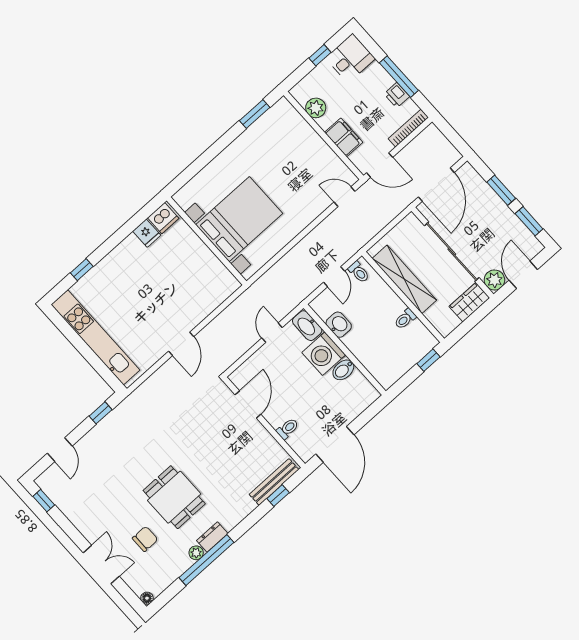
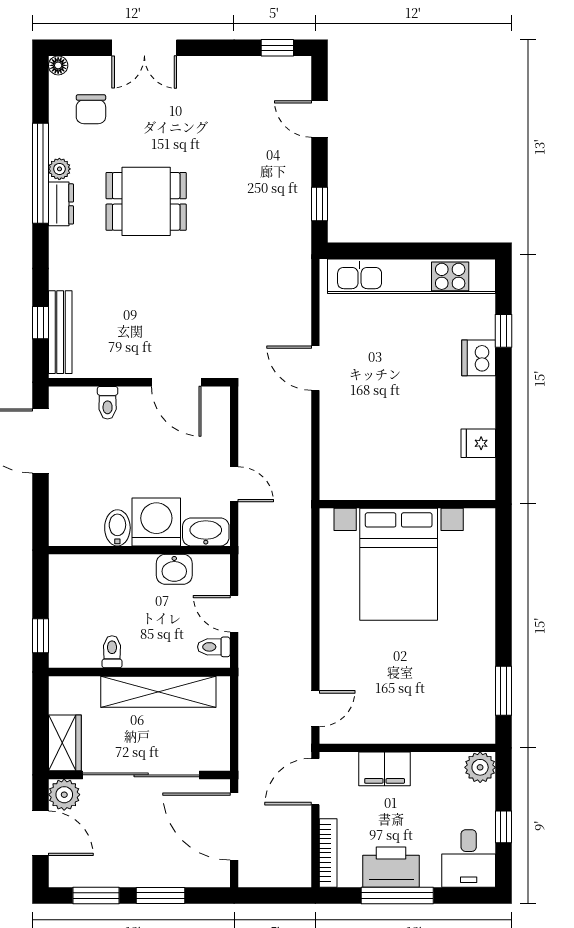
printer: (397, 95) -> (391, 867), width x1.87, depth x1.48
plant: (316, 108) -> (480, 767), moved
dishwasher: (163, 218) -> (479, 358), moved
chair: (145, 539) -> (91, 109), moved

